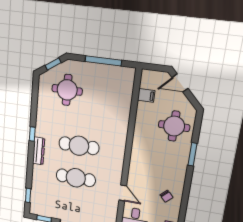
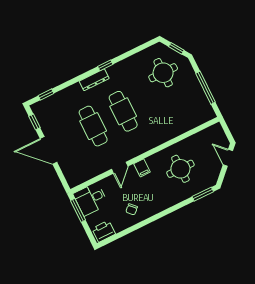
filing cabinet: (146, 95) -> (142, 168), moved
round table: (174, 126) -> (180, 169), moved
window: (193, 154) -> (203, 194), moved
door: (123, 193) -> (120, 168), moved

